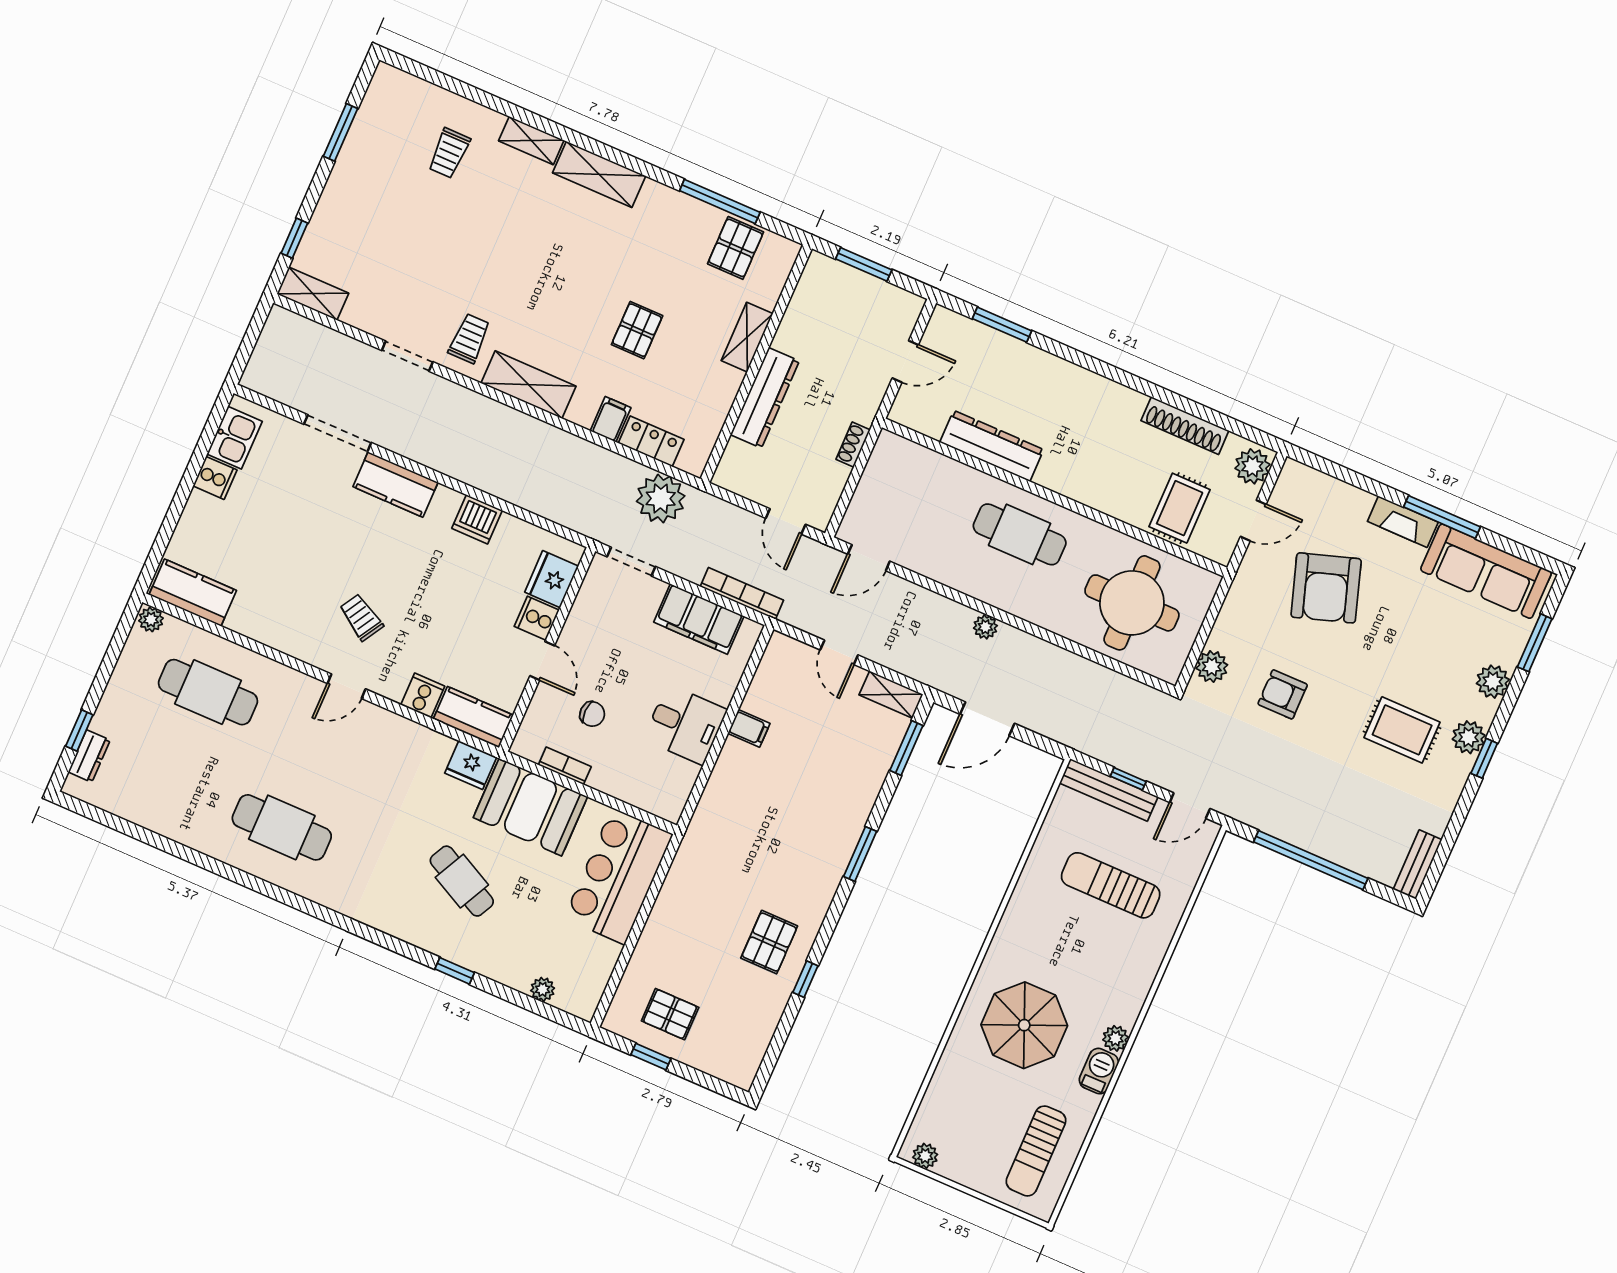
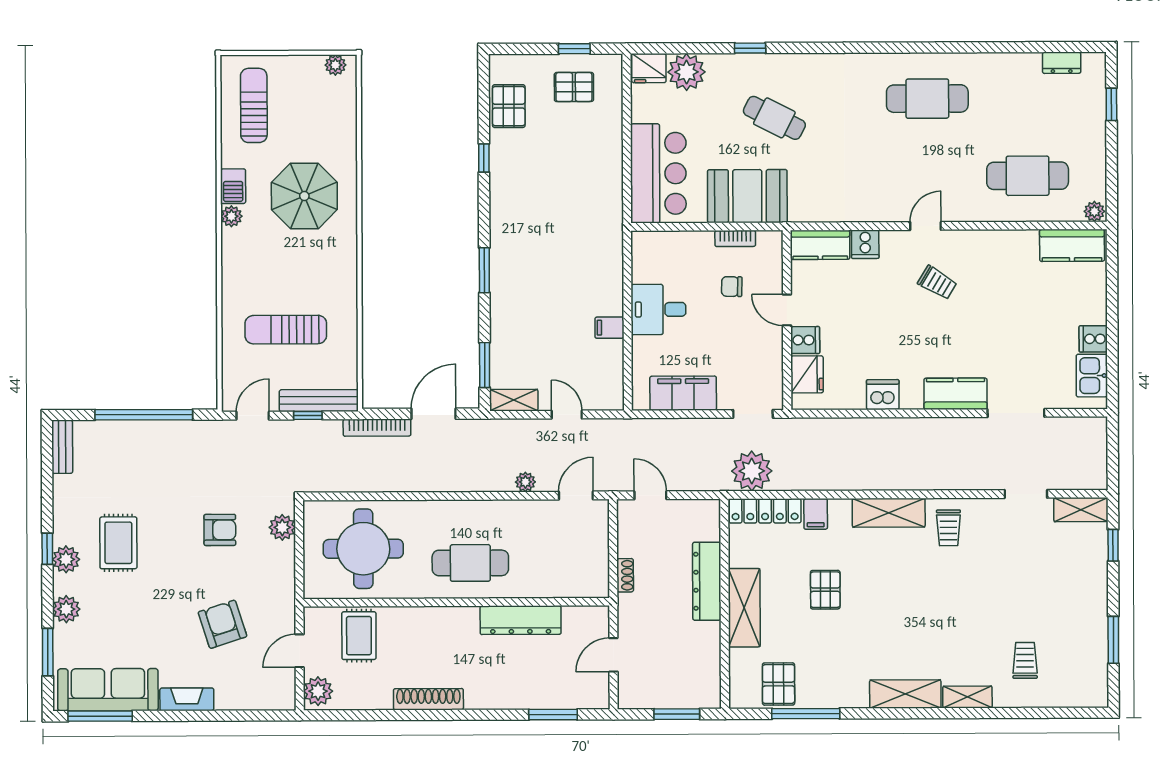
shelving: (747, 337) -> (744, 608), width x1.50, depth x1.33
doorway: (407, 356) -> (1026, 494), moved
shoe rack: (1185, 426) -> (428, 699), moved
locker: (651, 441) -> (765, 511), width x1.53
window: (1442, 517) -> (100, 716), moved
armchair: (1326, 588) -> (222, 624), width x0.73, depth x0.73
bookcase: (742, 593) -> (377, 428), moved
plant: (985, 627) -> (525, 482), moved
rug: (1402, 730) -> (118, 543), turned 90
dresser: (89, 756) -> (1062, 63), moved, turned -90
fridge: (471, 765) -> (649, 68), moved, turned 180
sun lounger: (1111, 885) -> (286, 330), turned 180
pallet: (769, 942) -> (509, 106), moved
plant: (543, 989) -> (687, 72), width x1.88, depth x1.88

